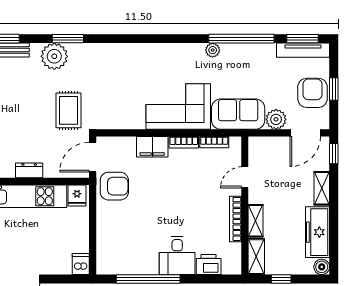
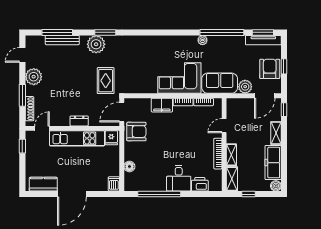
floor lamp: (104, 238) -> (129, 166), added

